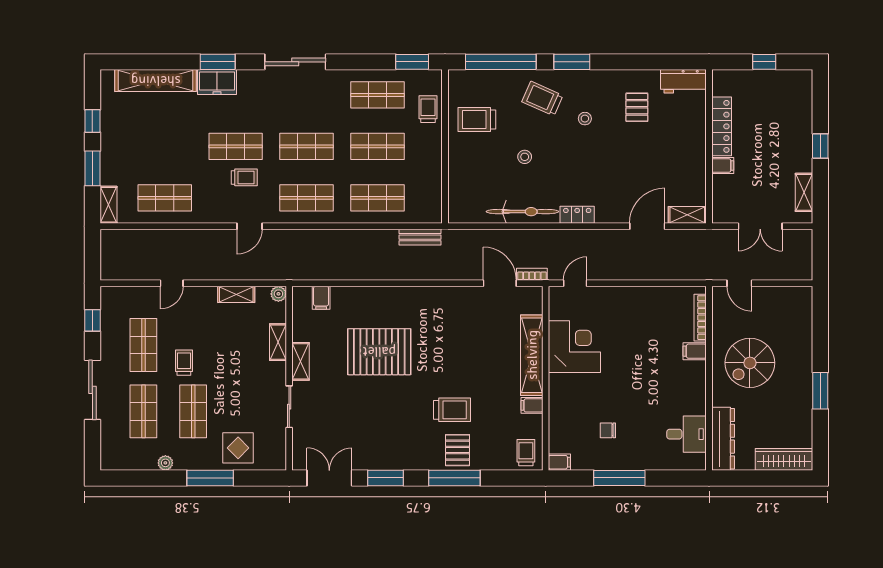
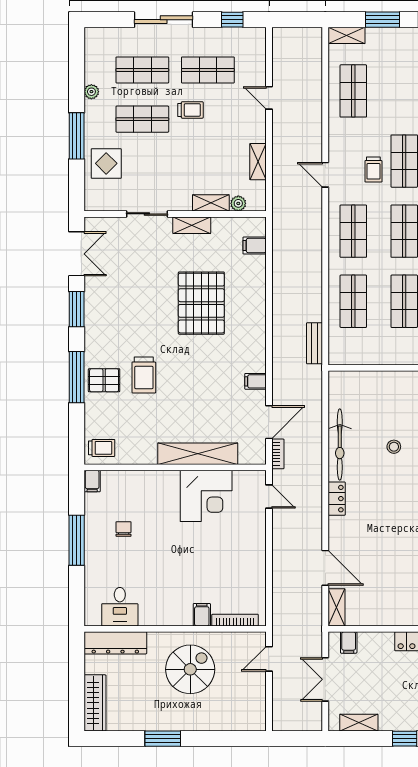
filing cabinet: (723, 166) -> (349, 642), moved
plant: (278, 294) -> (238, 203), moved
spiral stairs: (750, 363) -> (190, 669), turned 90
filing cabinet: (532, 405) -> (255, 381), moved, turned -90

